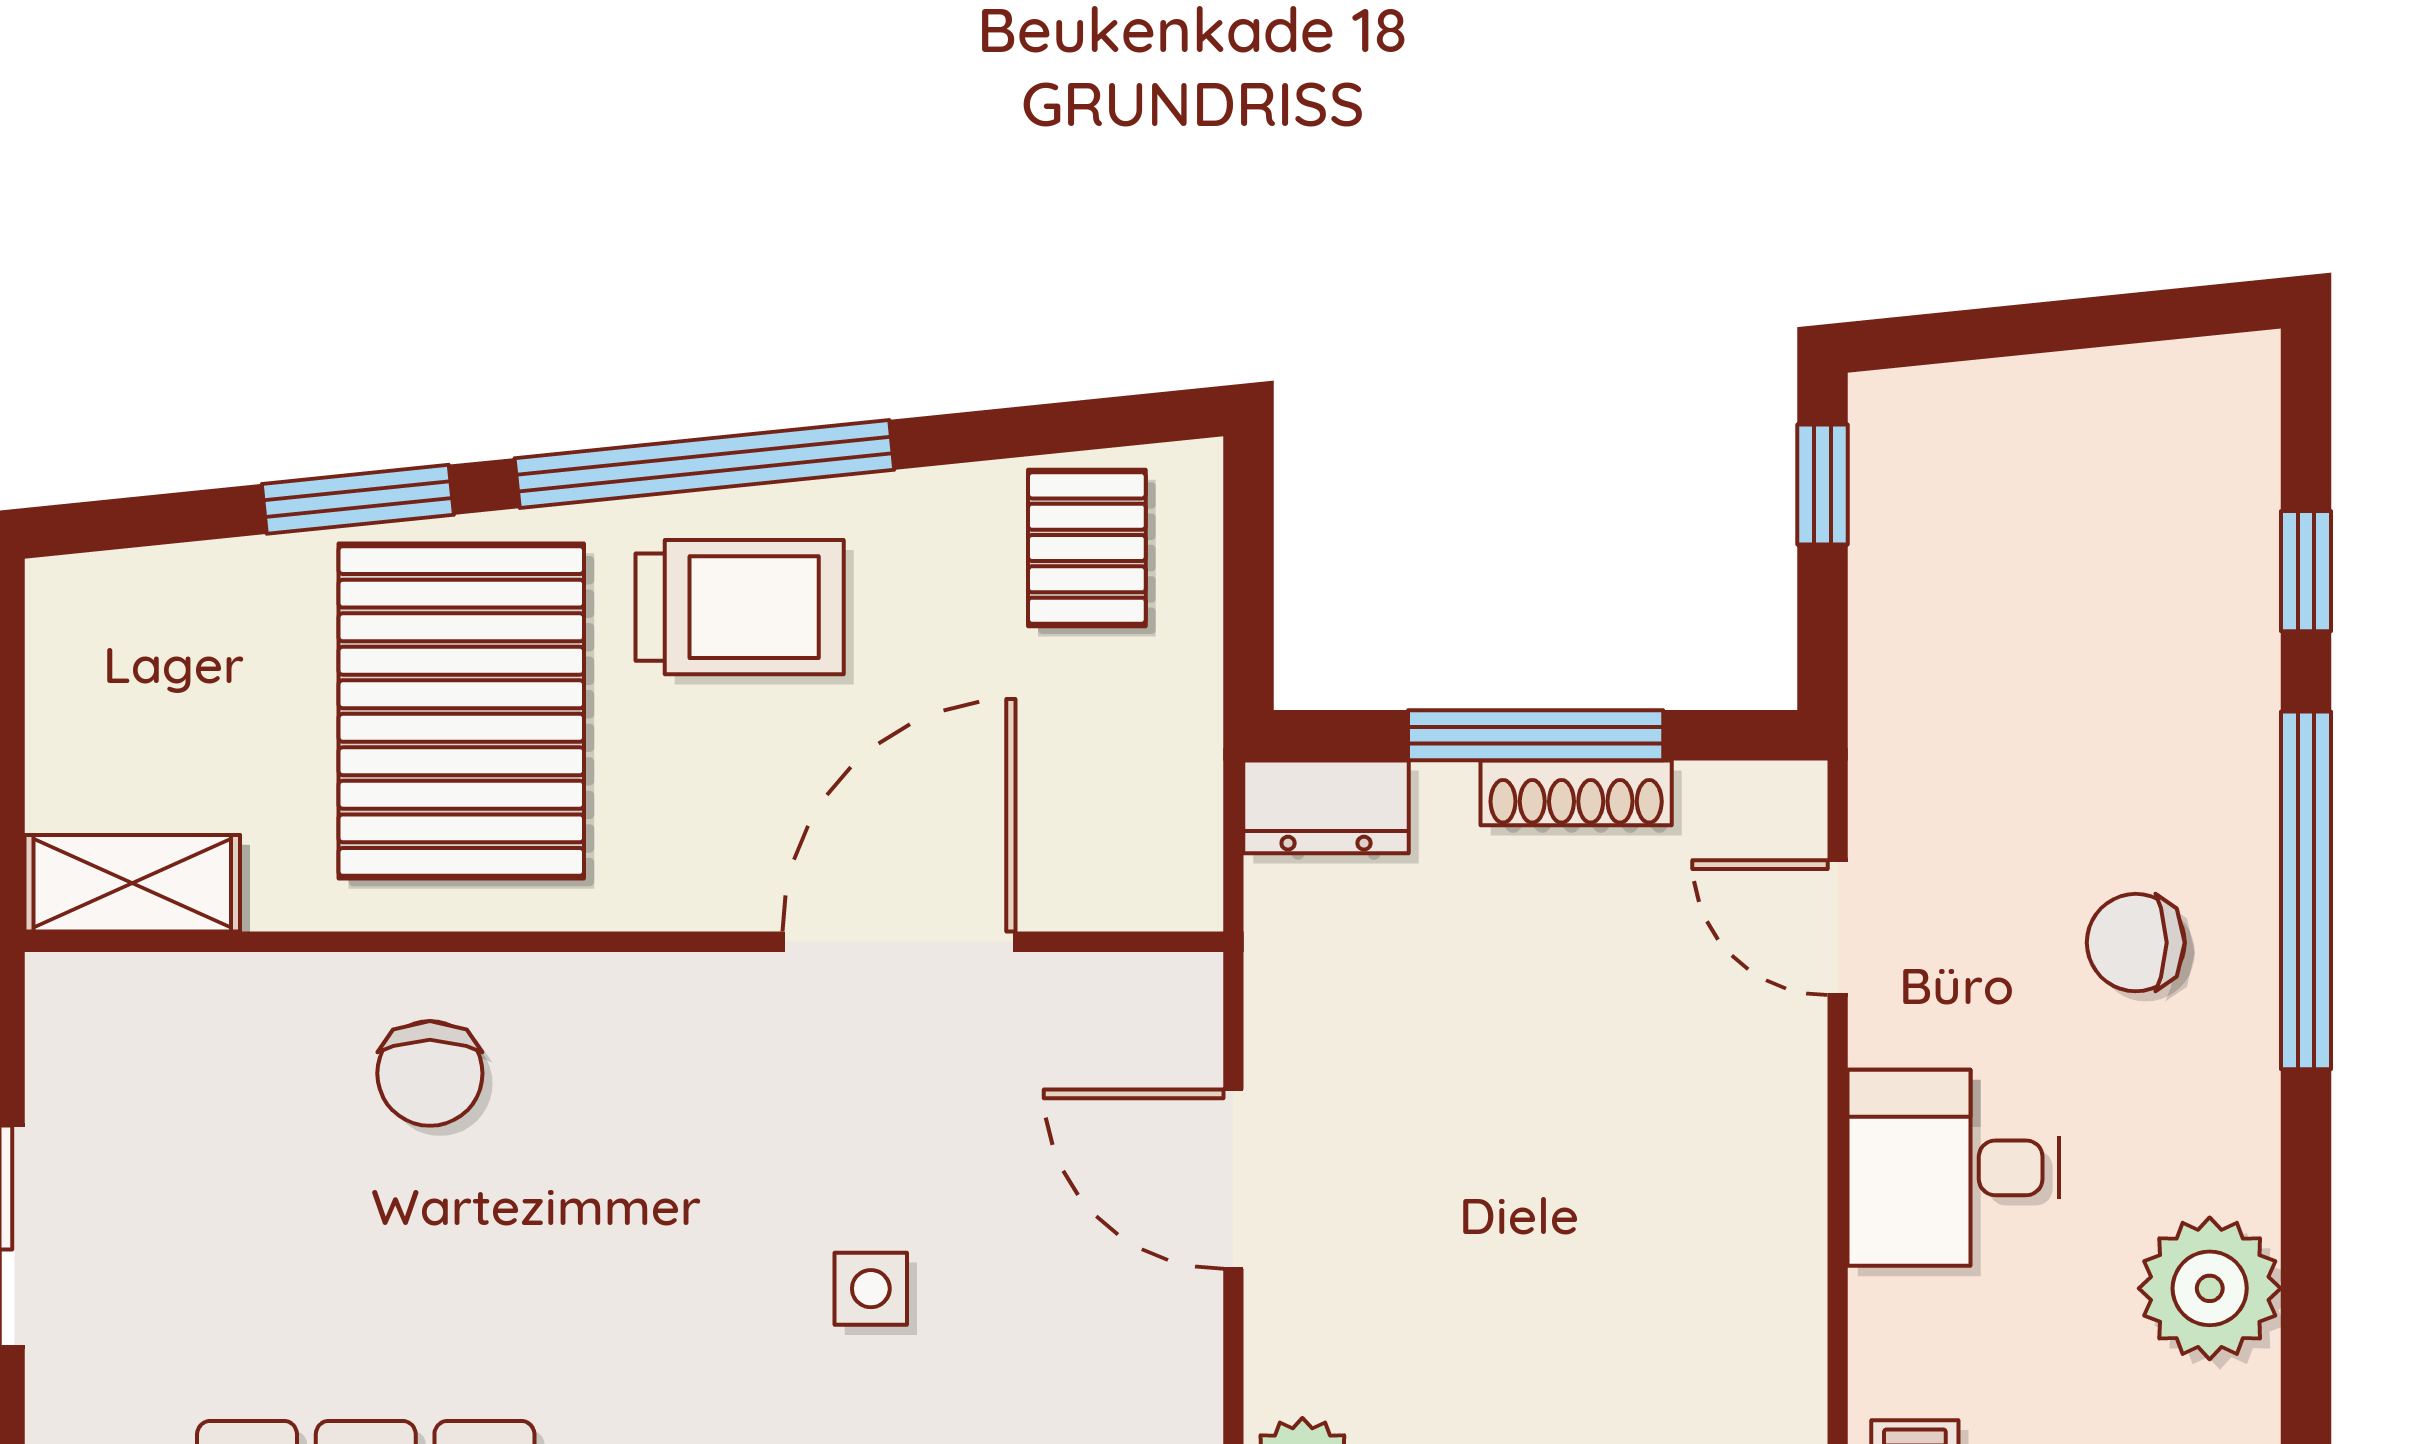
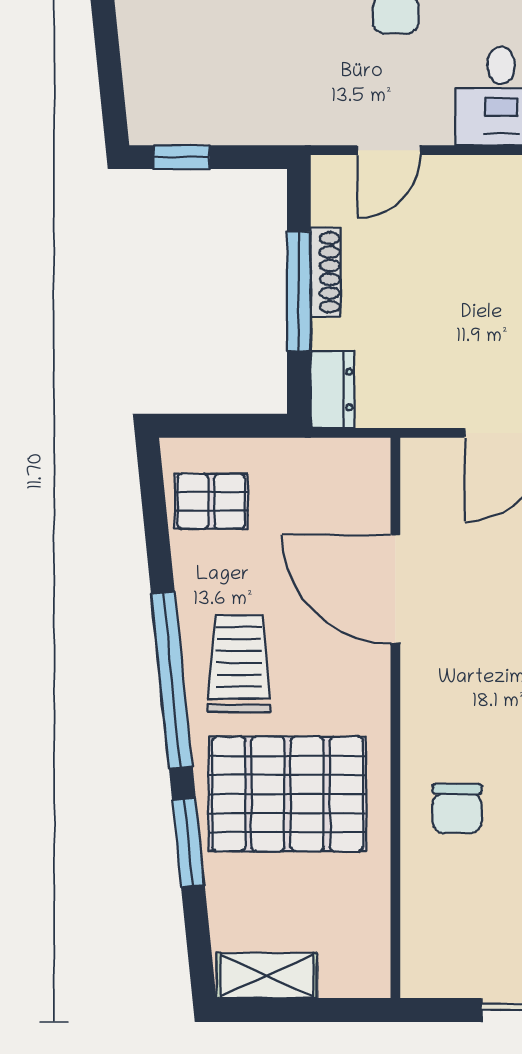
shelving: (132, 883) -> (267, 976), moved, turned 90
chair: (430, 1073) -> (457, 809), turned 90

